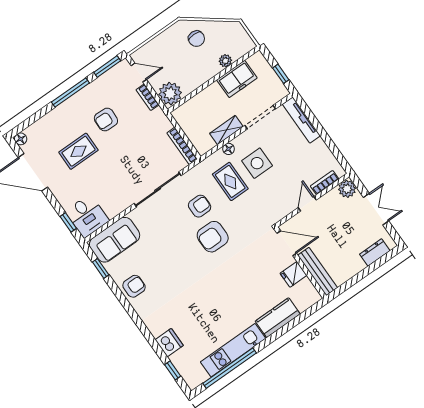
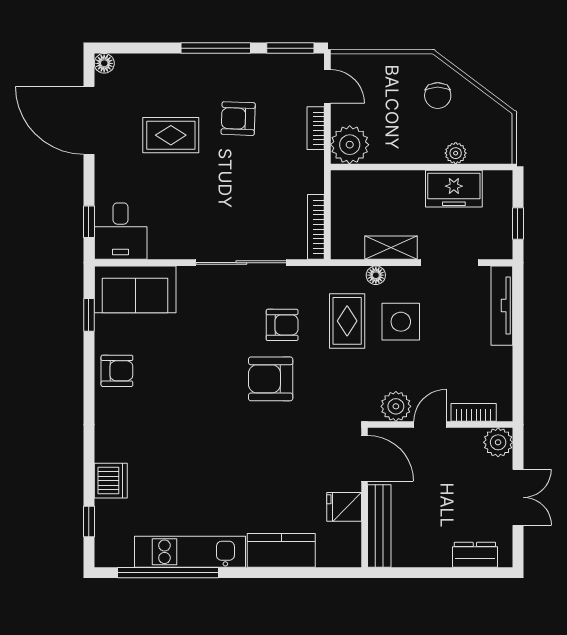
plant: (284, 207) -> (396, 406), added

